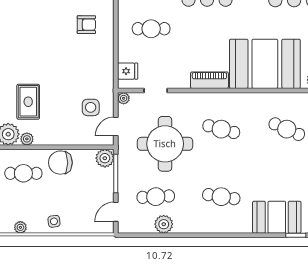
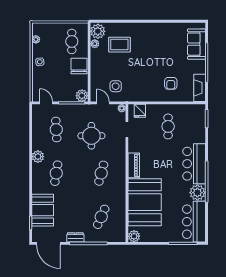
round table: (165, 144) -> (91, 136), width x0.73, depth x0.73
plant: (164, 224) -> (38, 157), moved

